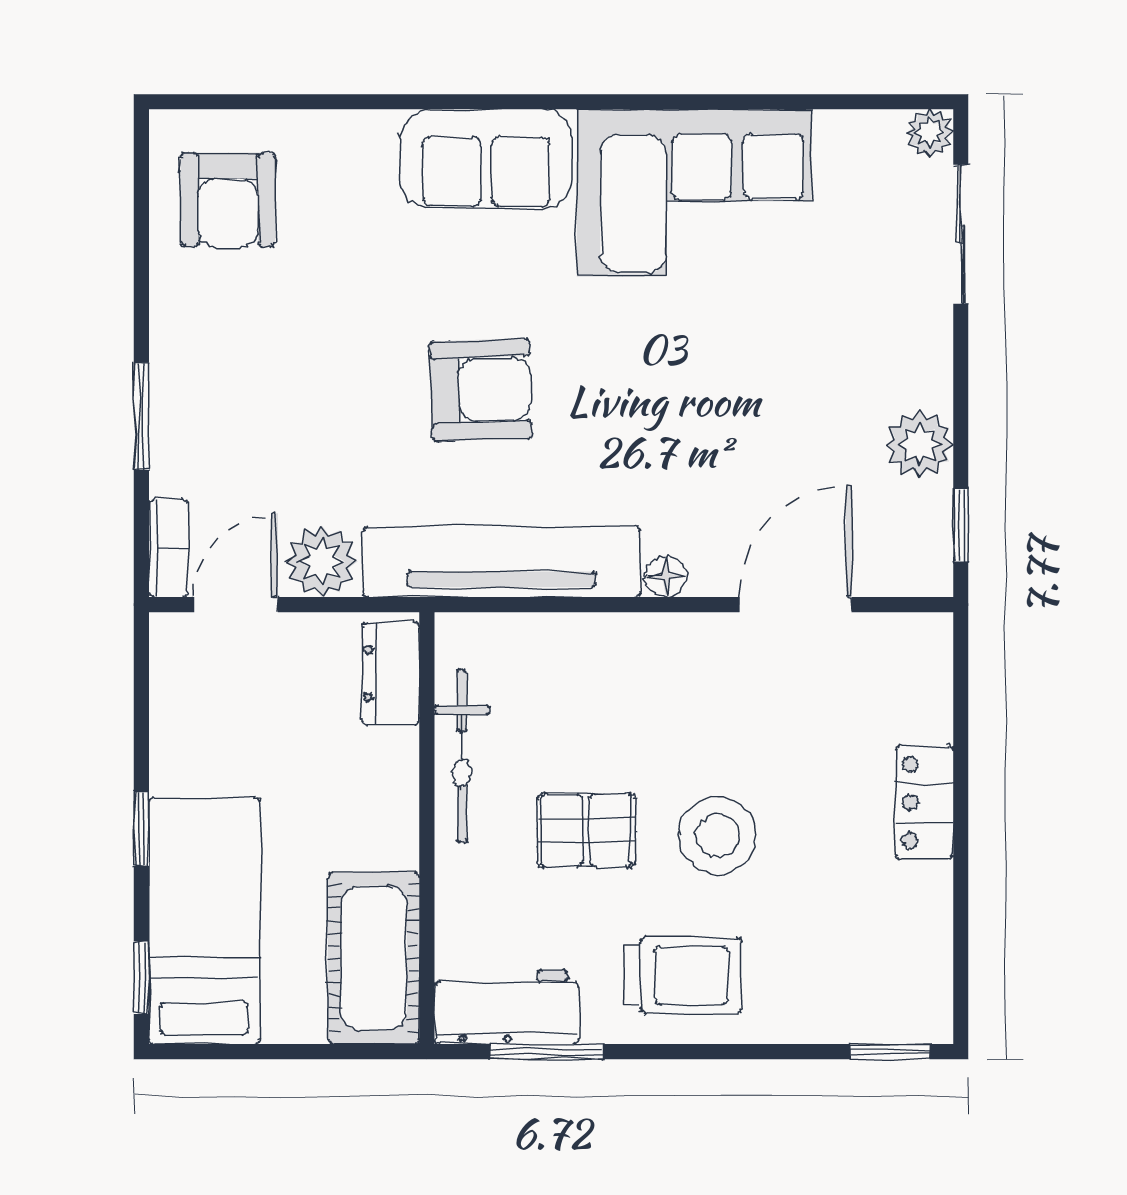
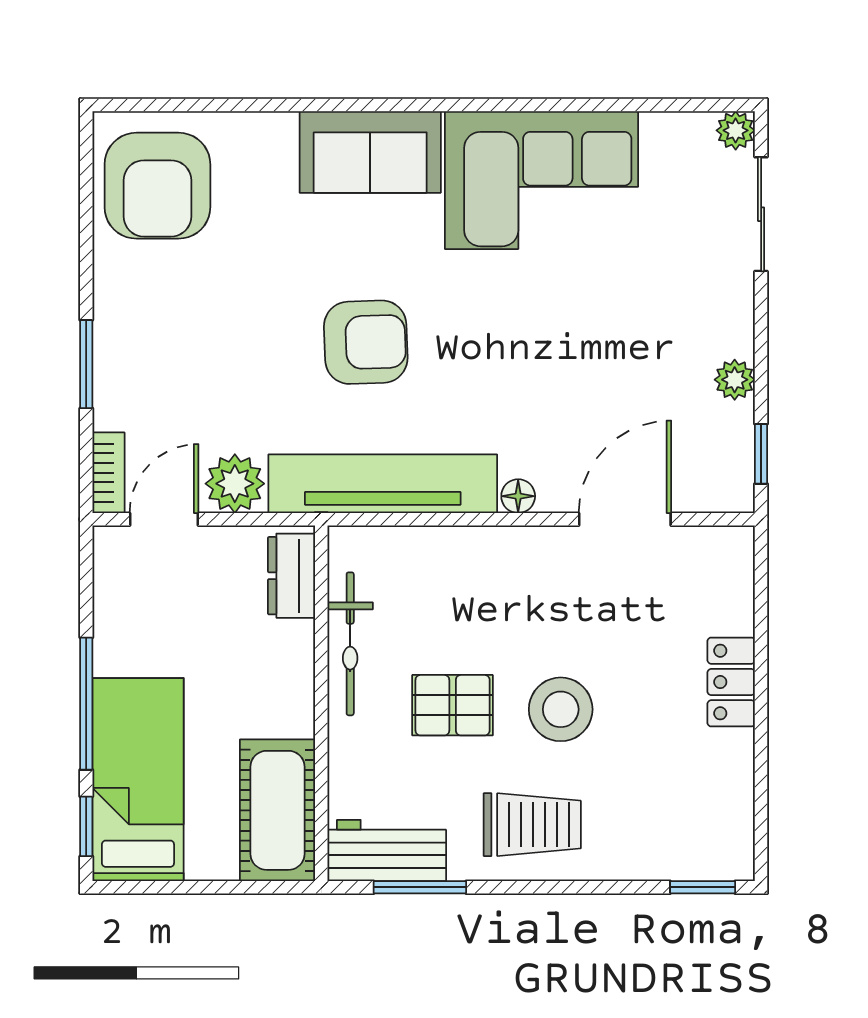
armchair: (228, 200) -> (157, 186), width x1.36, depth x1.36
plant: (920, 445) -> (735, 380), width x0.73, depth x0.73
window: (141, 829) -> (86, 704), width x2.17

